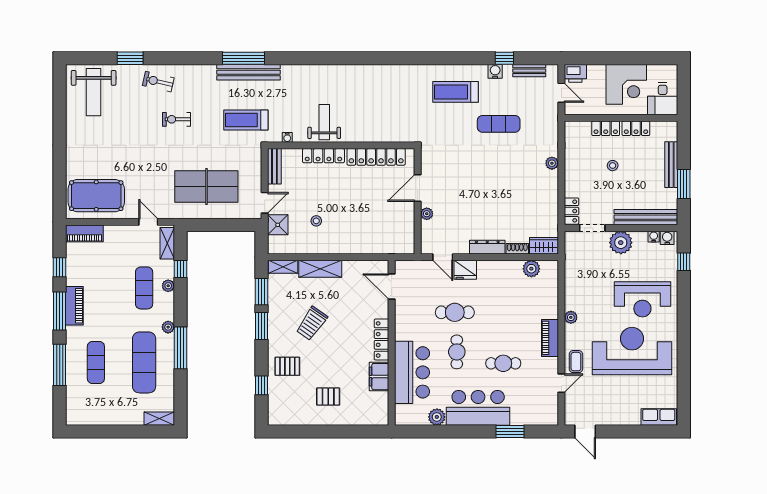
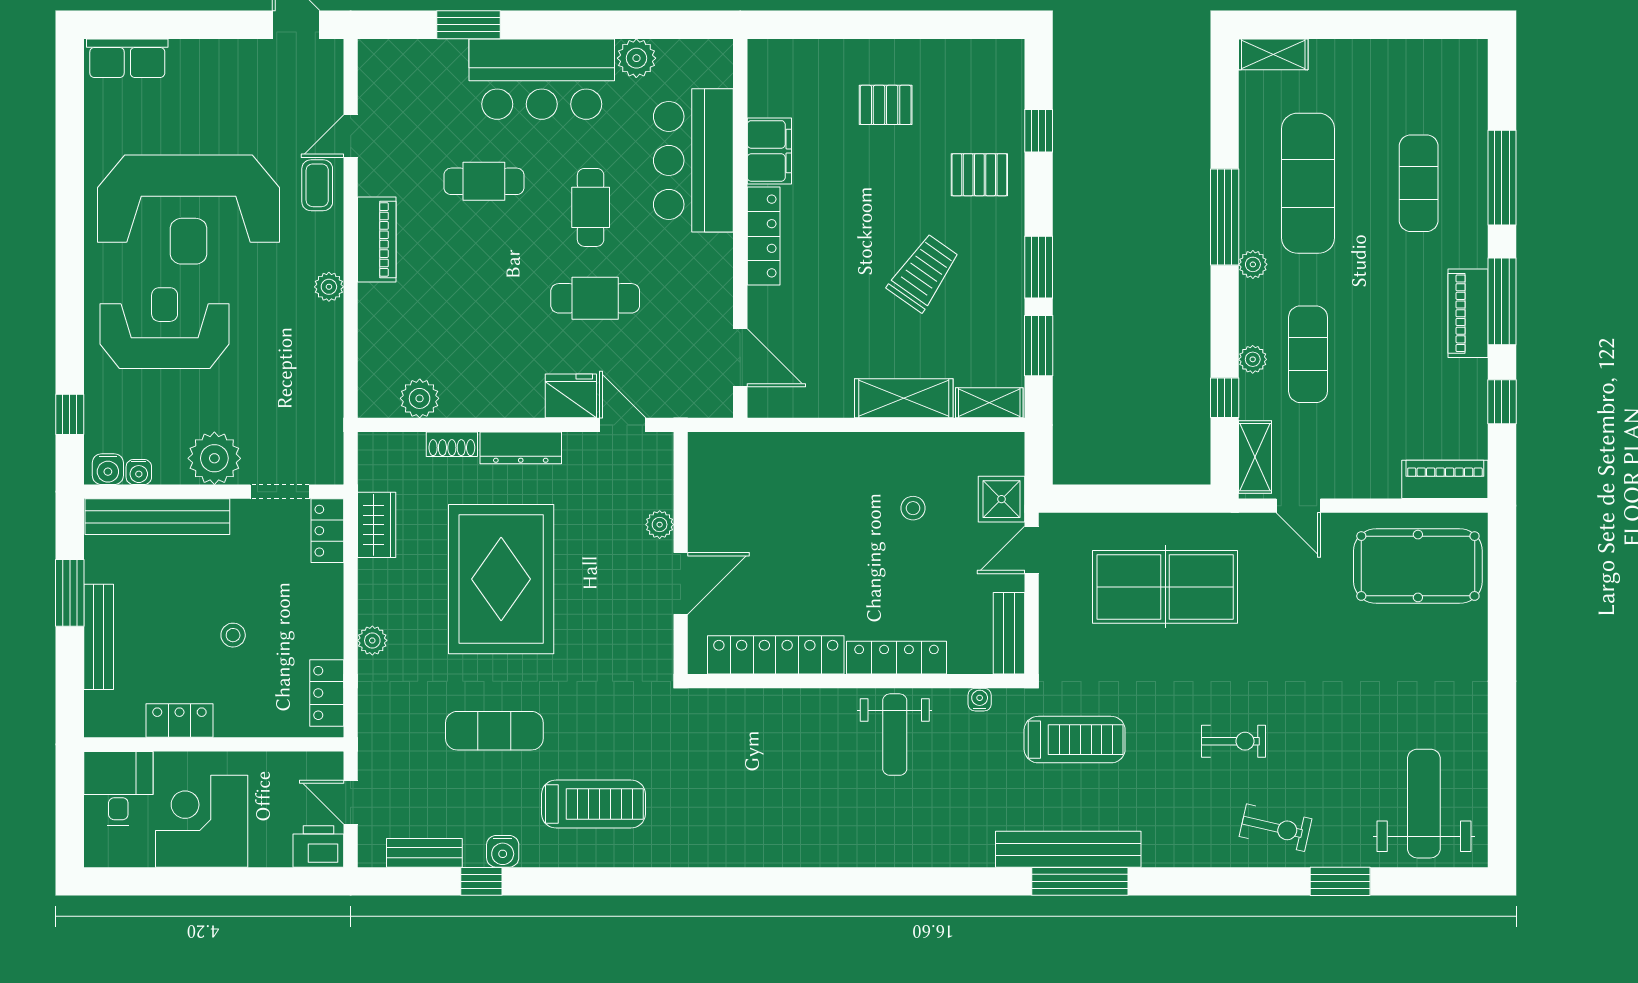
locker: (606, 128) -> (327, 693), moved, turned -90
rug: (496, 190) -> (501, 579), added
wardrobe: (544, 246) -> (377, 525), moved, turned -90

